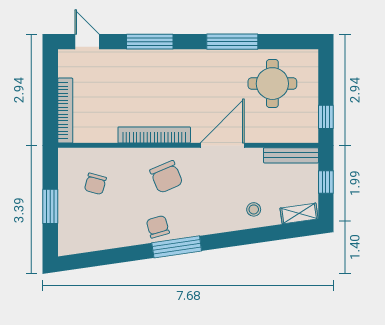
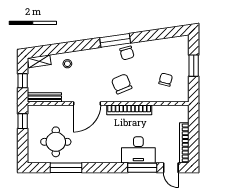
window: (150, 42) -> (142, 168), moved
window: (232, 42) -> (66, 168), moved
desk: (139, 71) -> (138, 150), added
bookcase: (65, 111) -> (184, 143), moved

